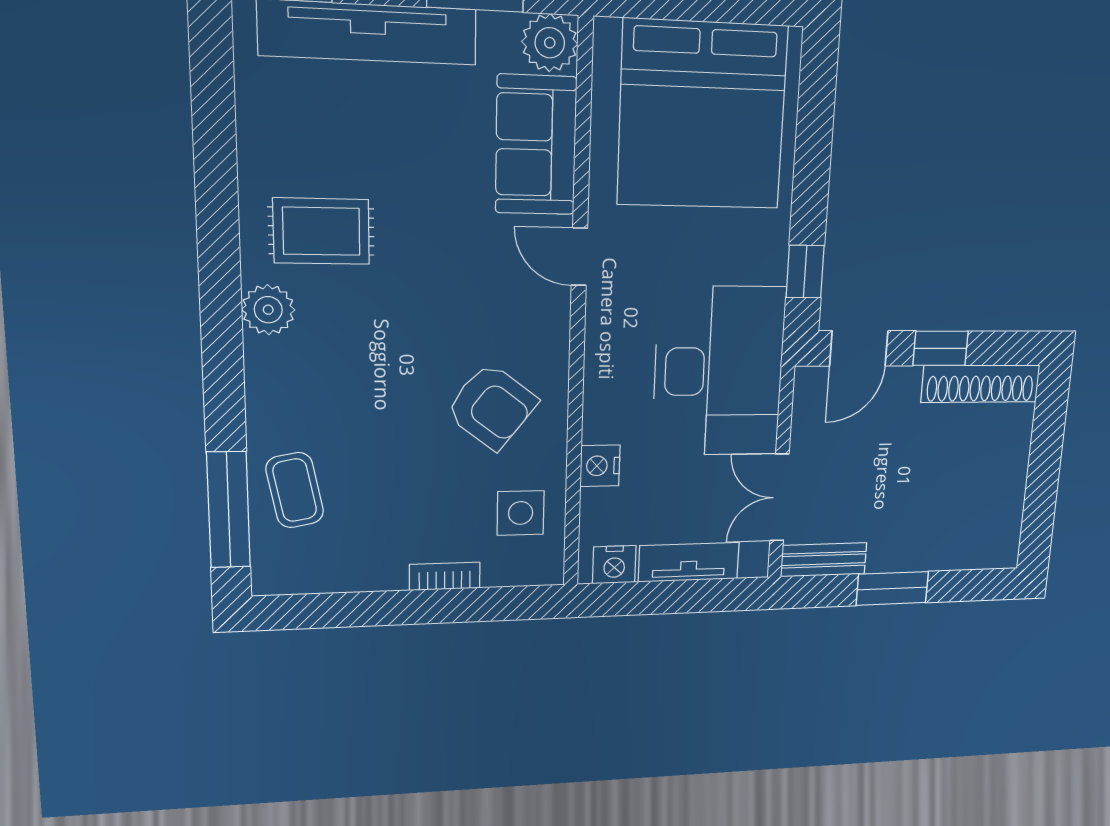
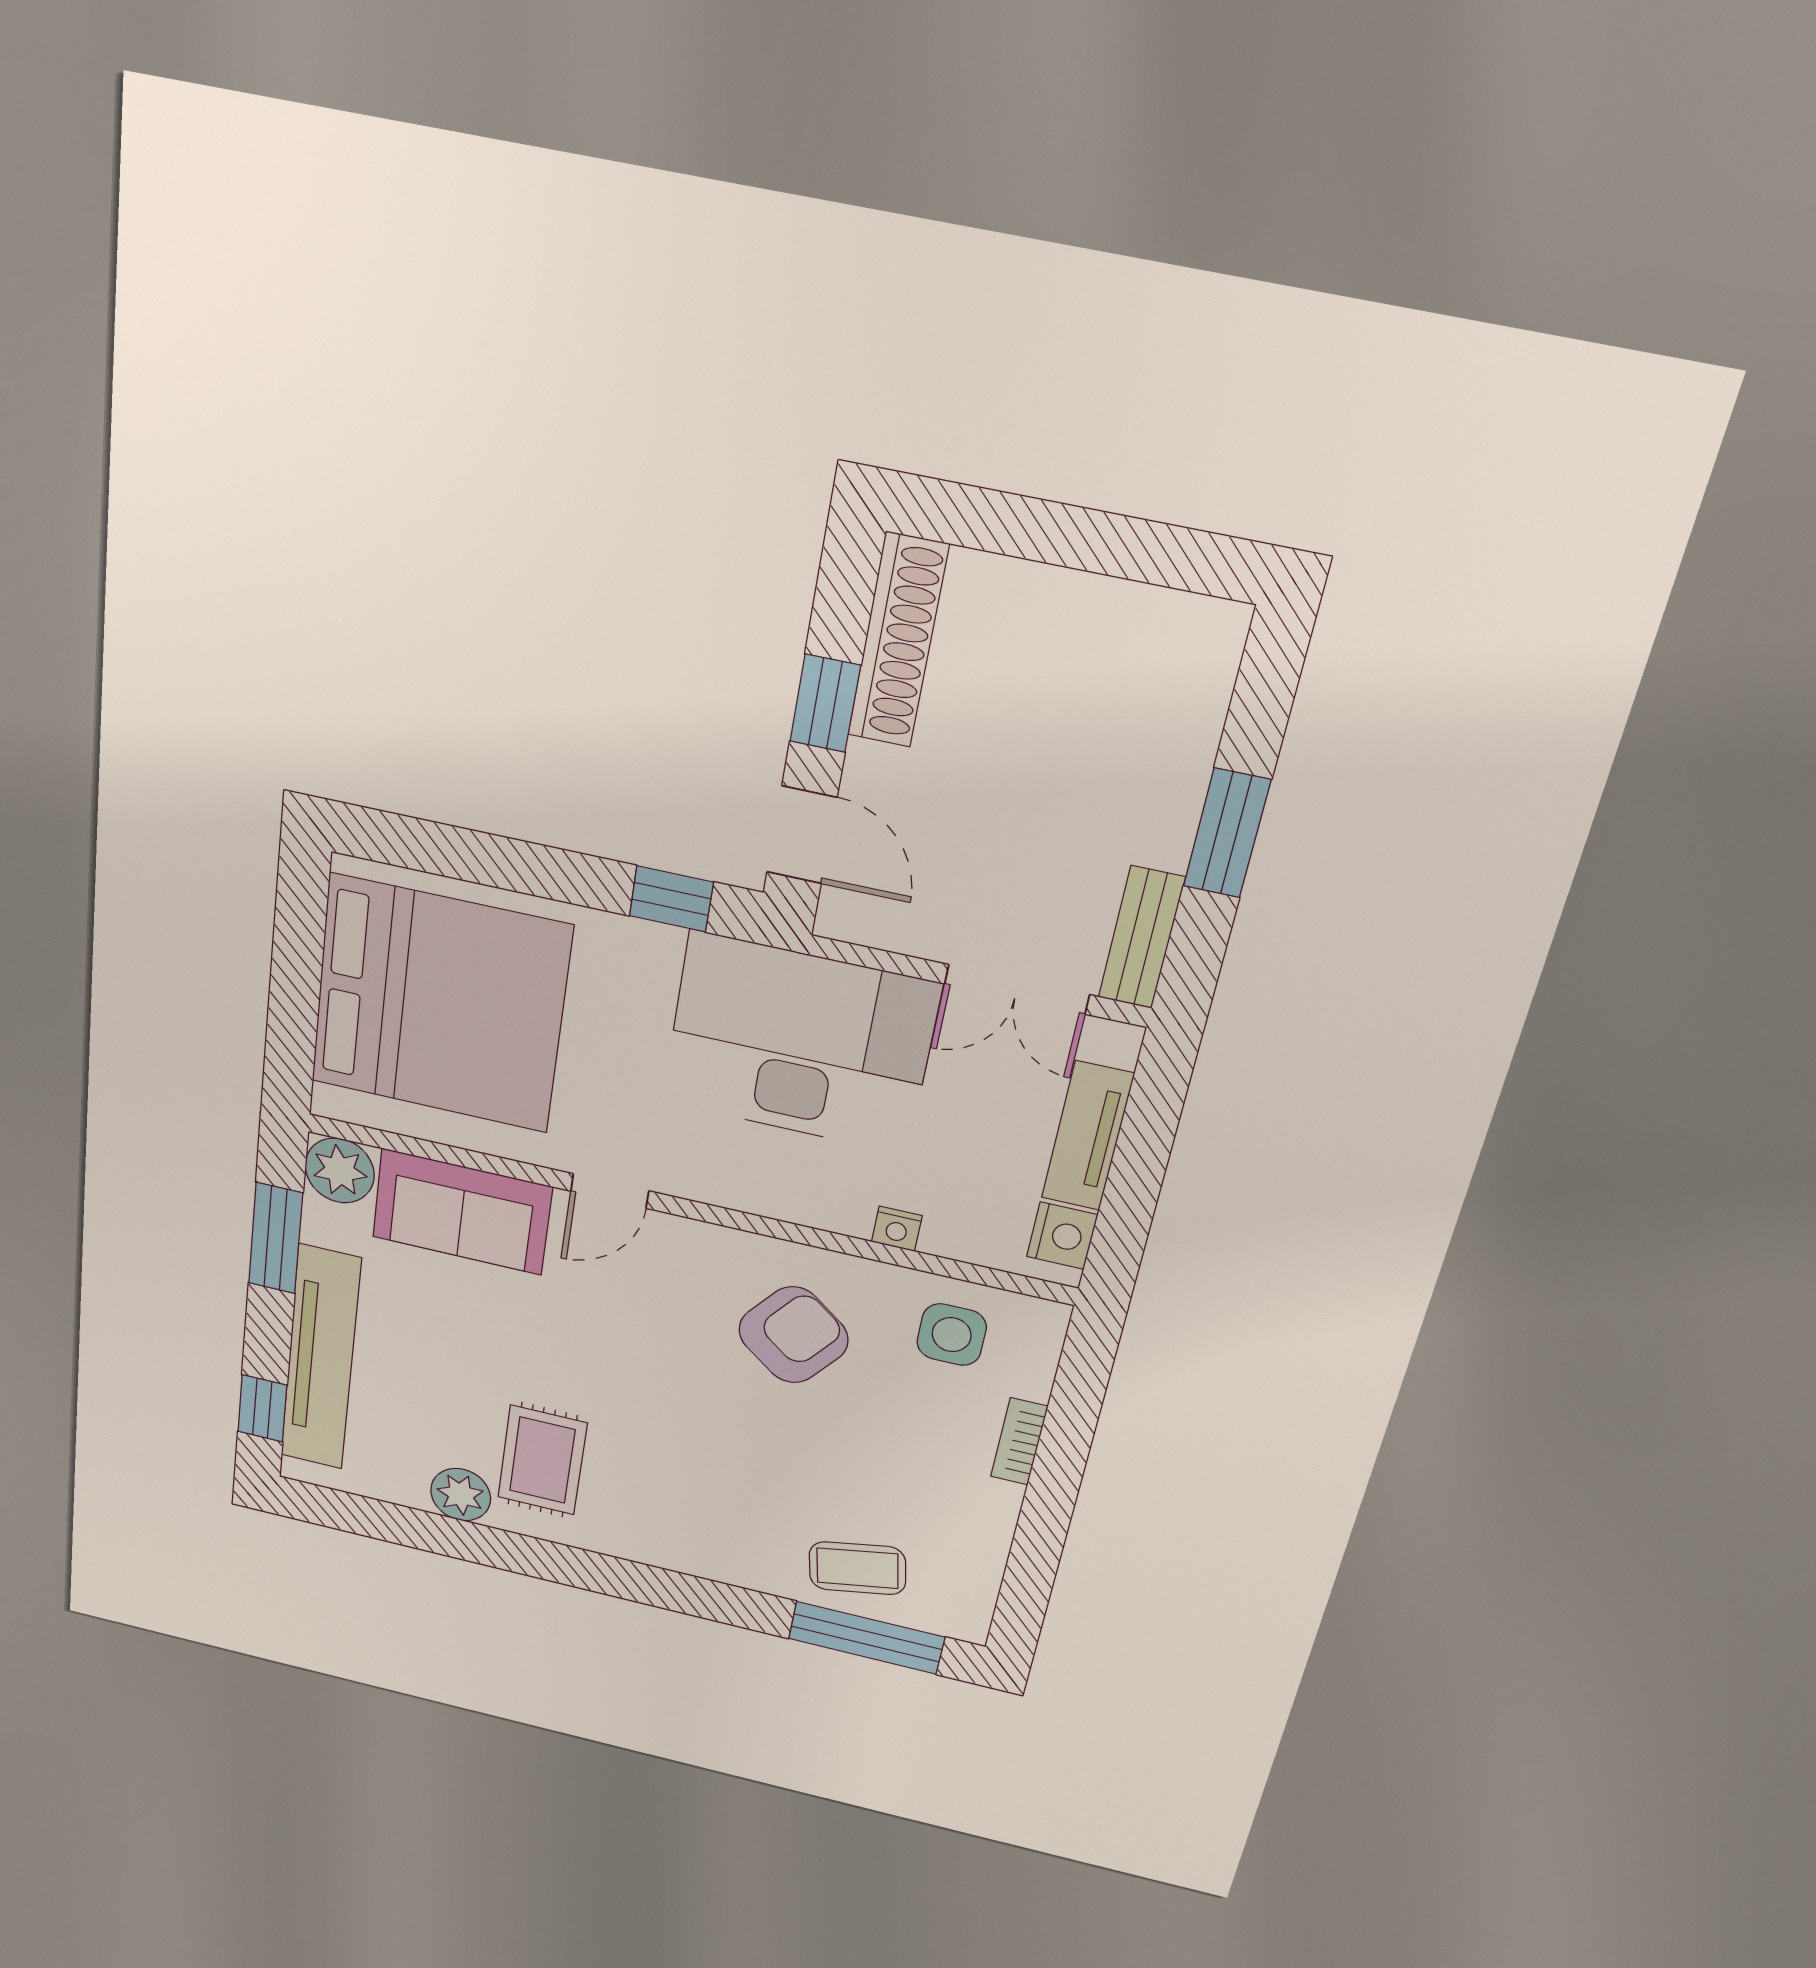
plant: (268, 310) -> (461, 1495), moved
nightstand: (600, 466) -> (897, 1229), width x0.72, depth x0.74

